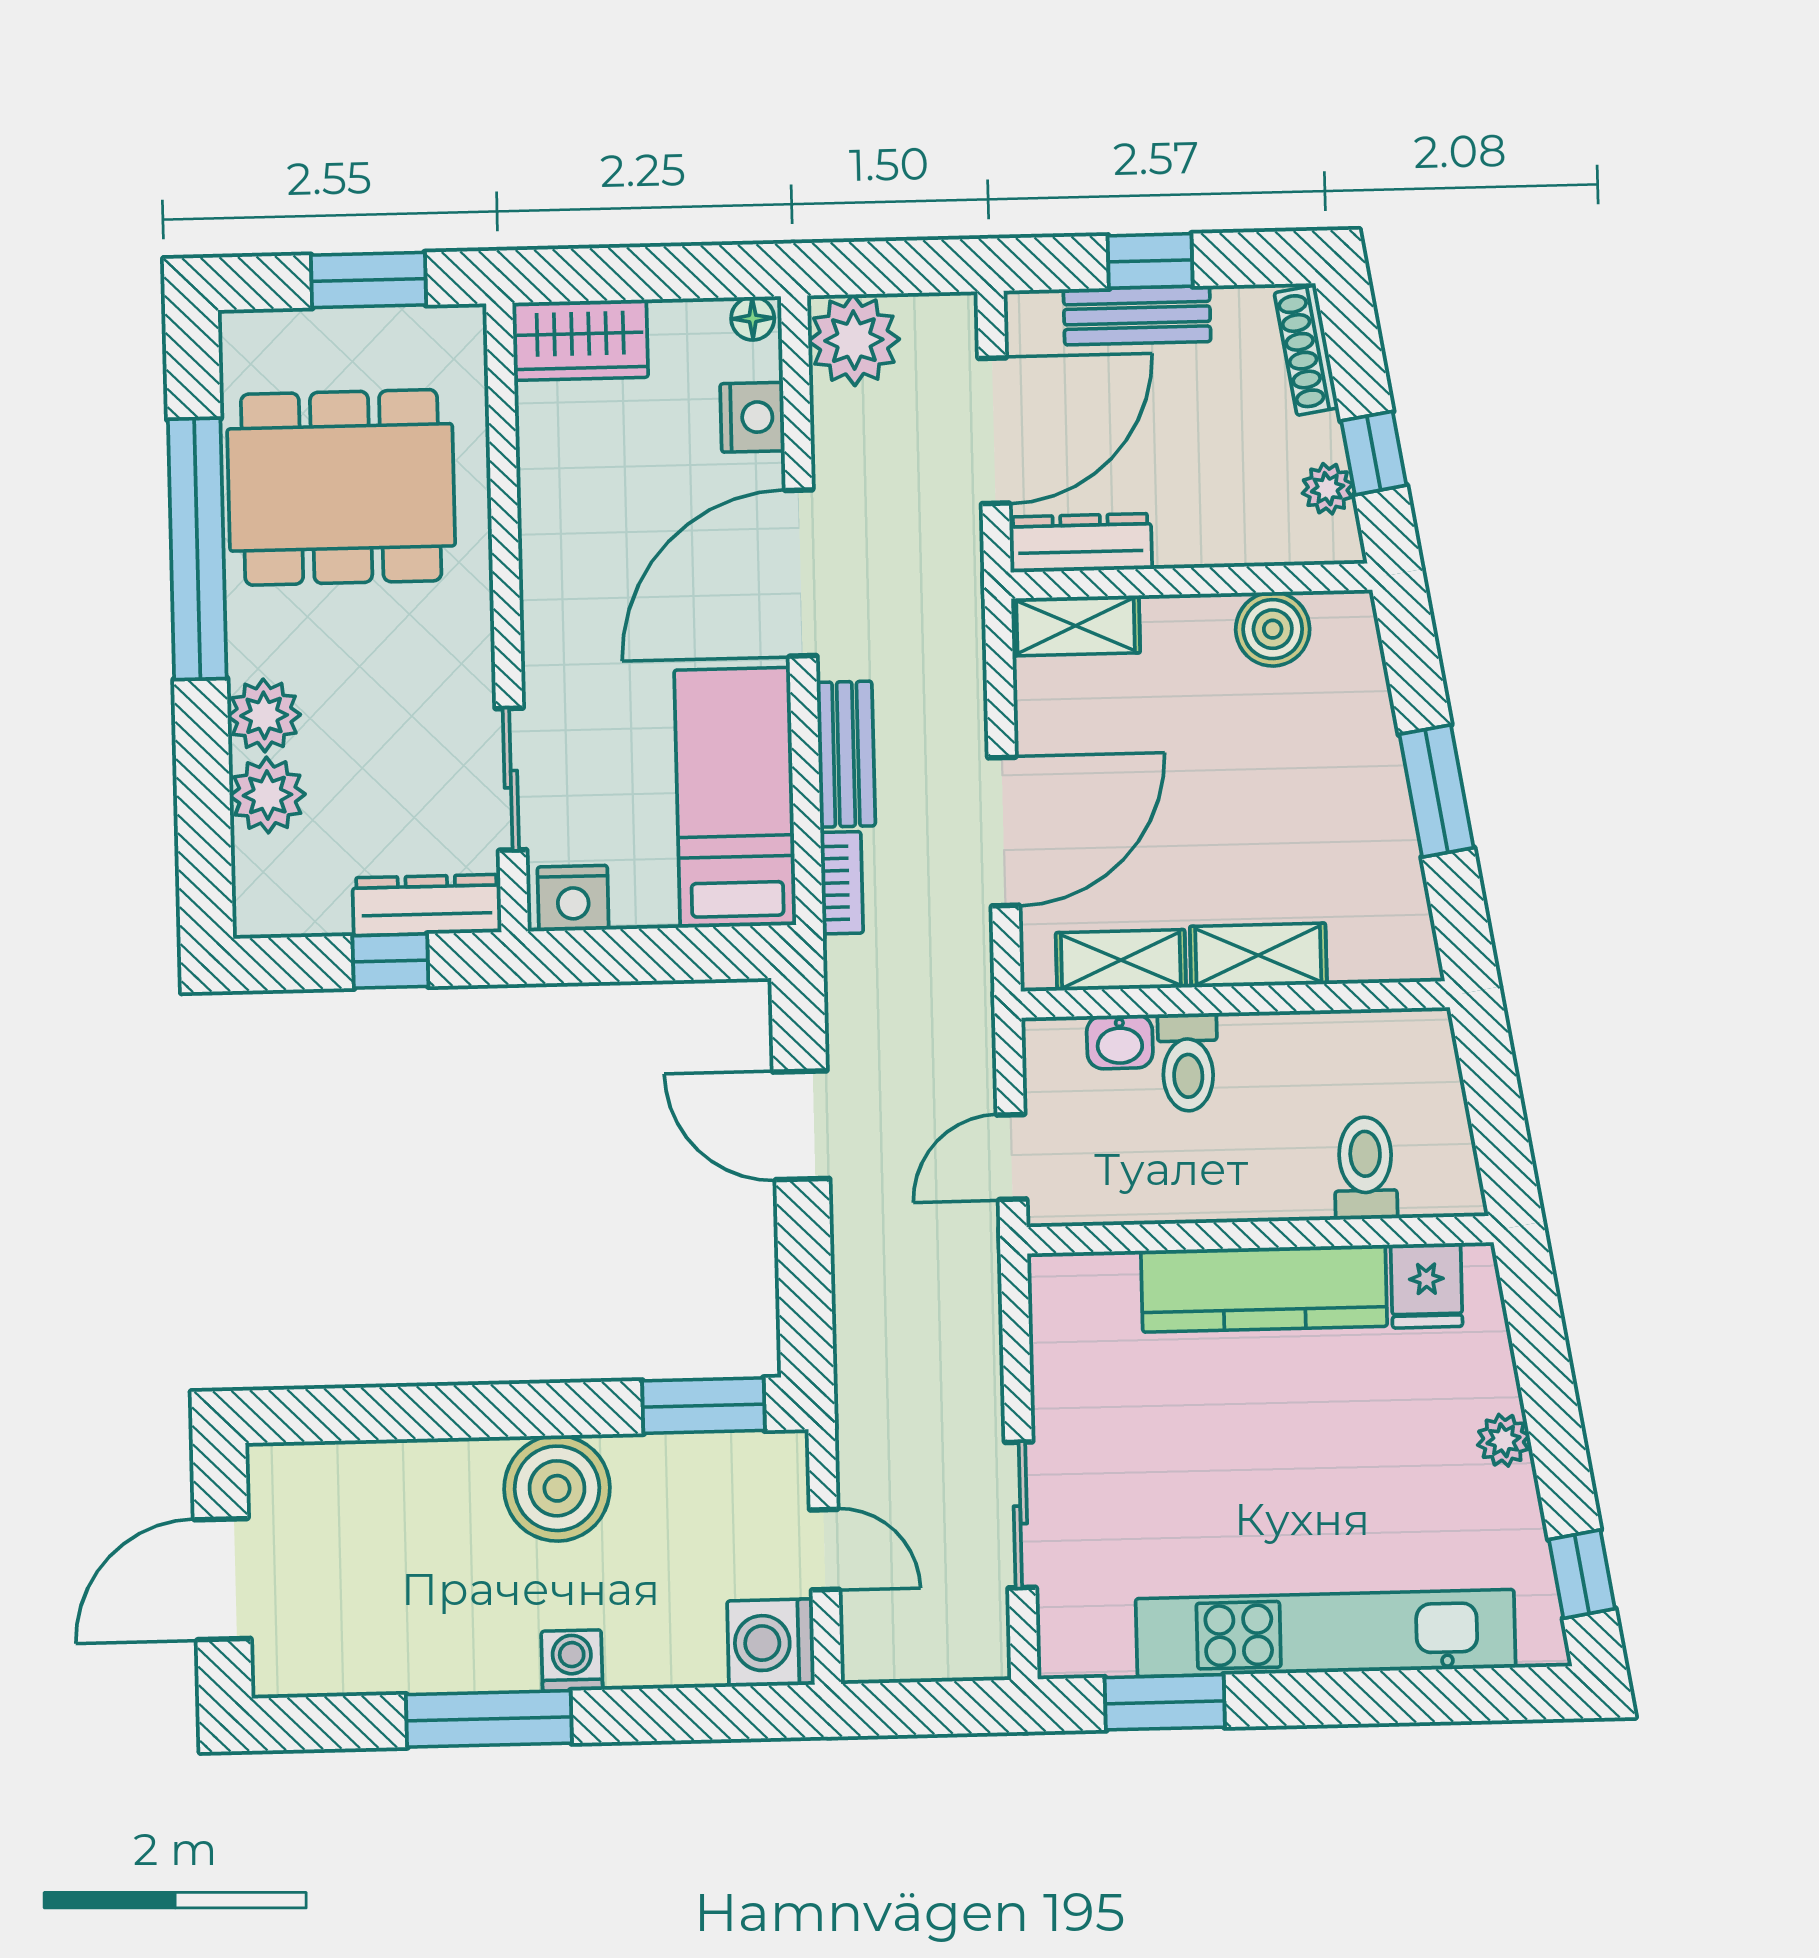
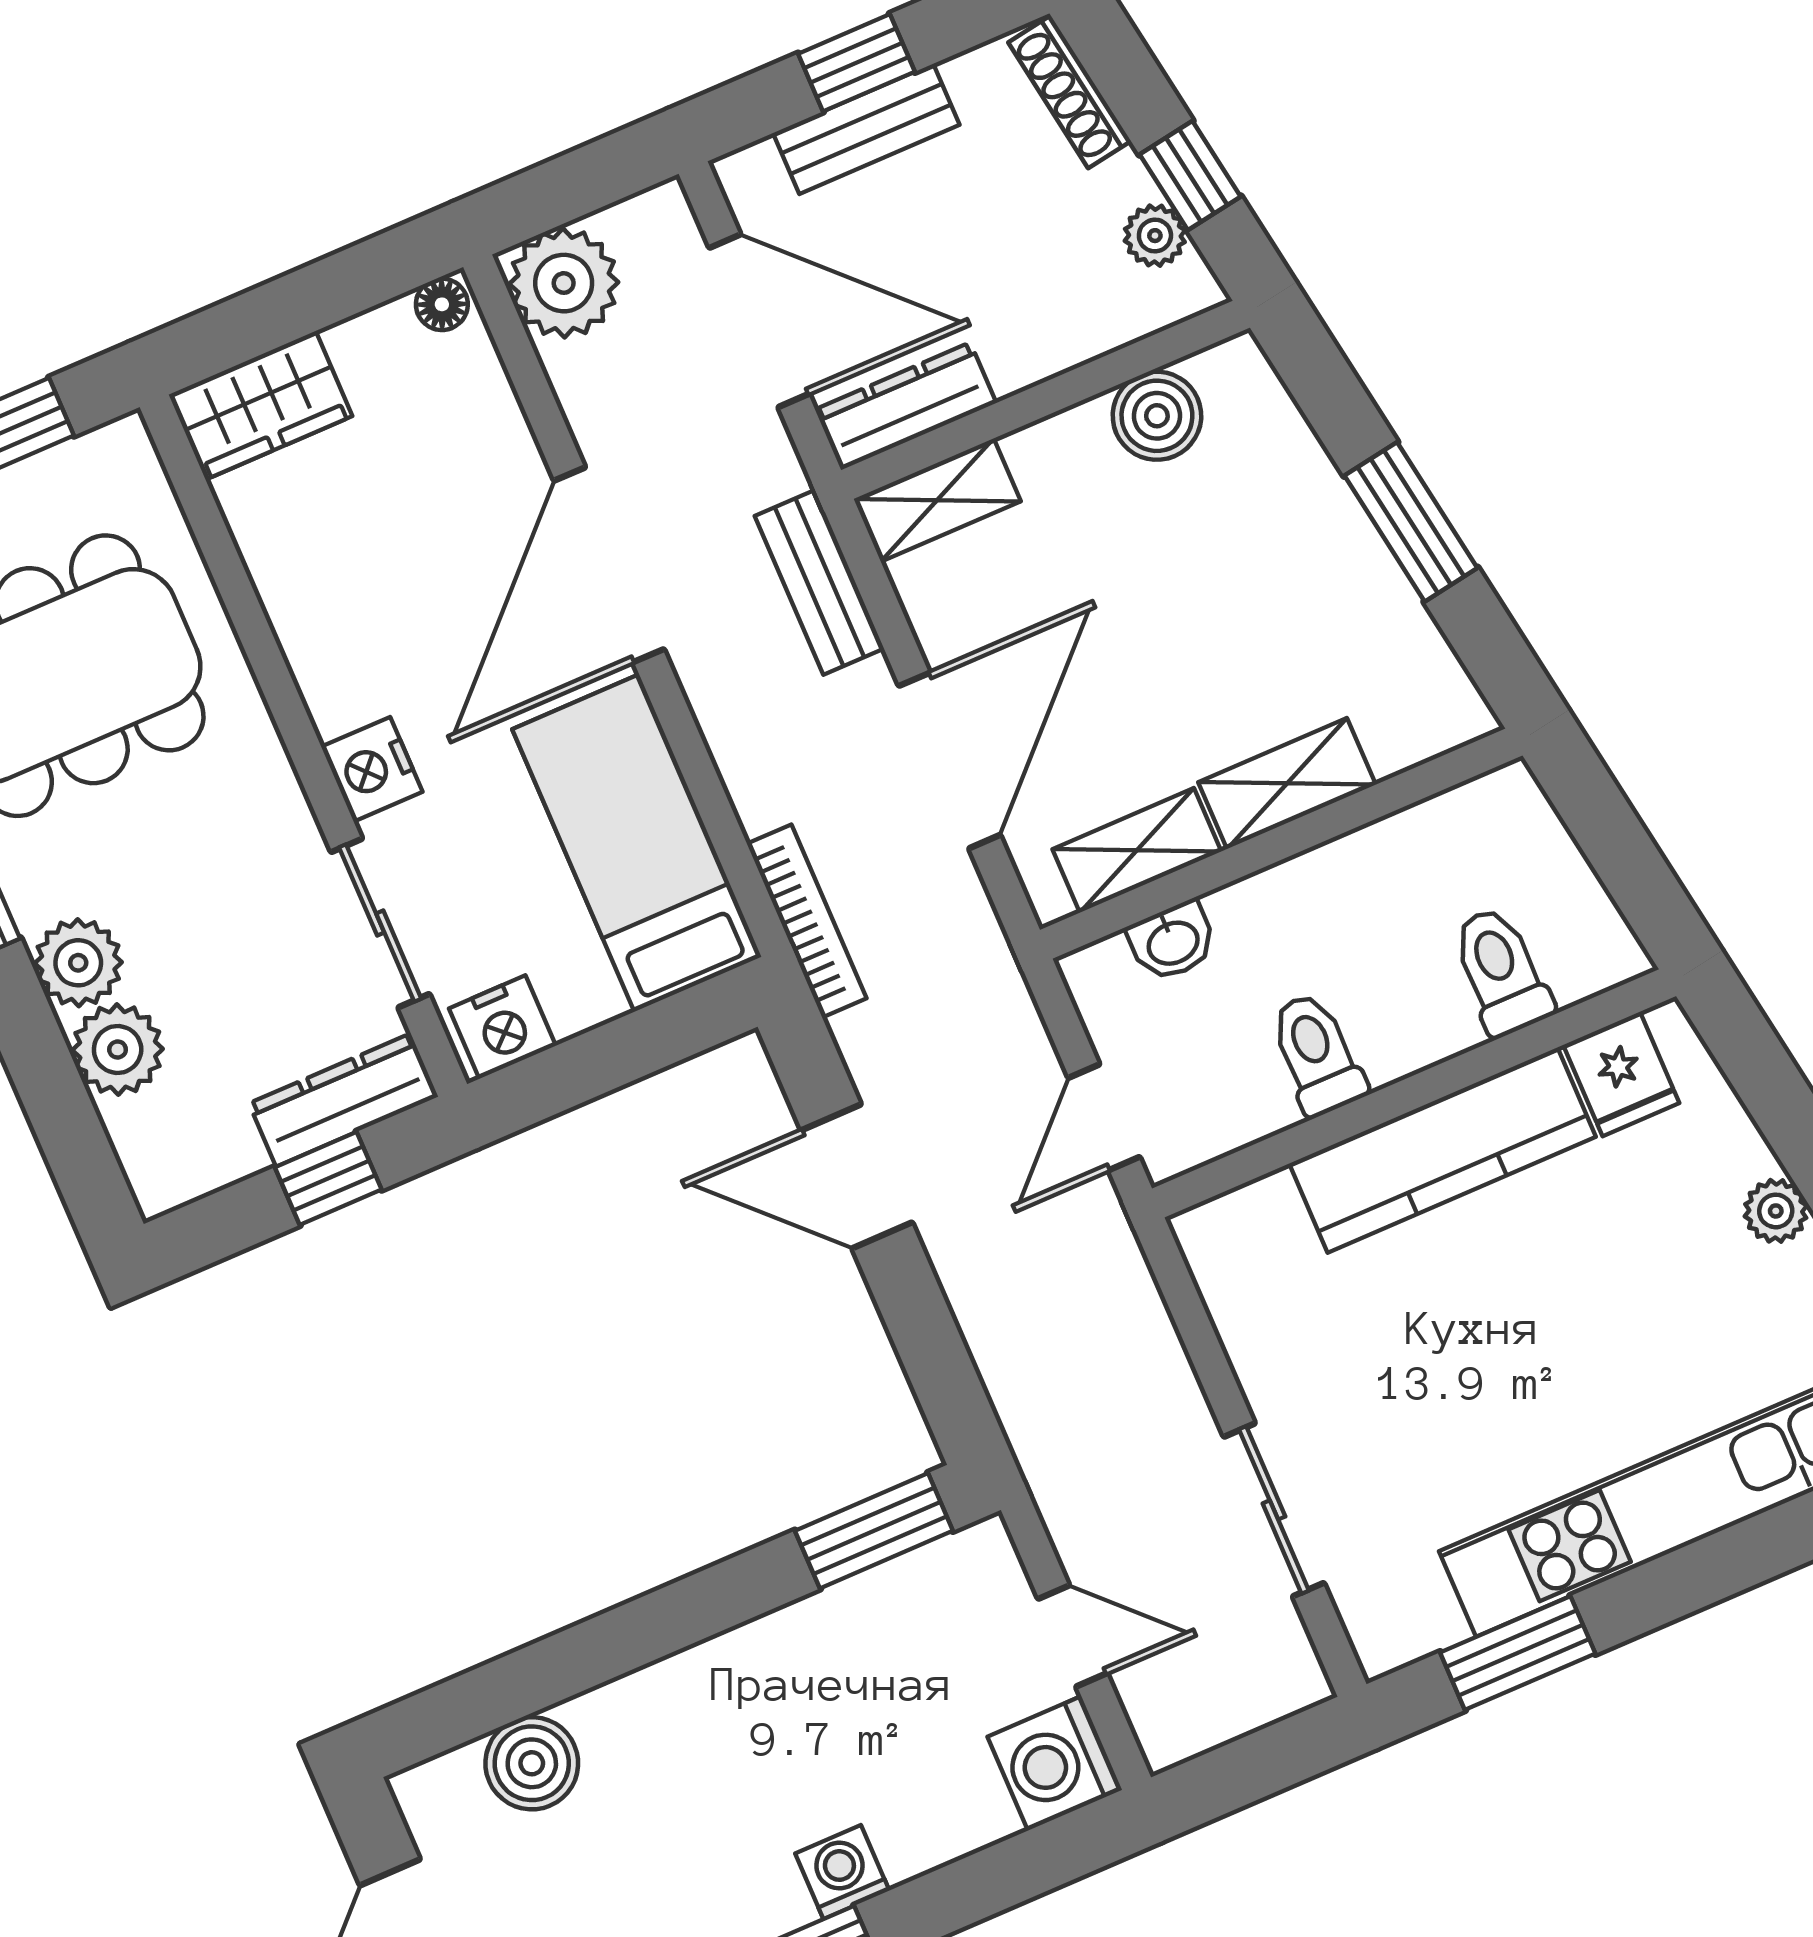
nightstand: (752, 417) -> (372, 769), moved, turned 180
door: (994, 431) -> (759, 321), hinge flipped
bench: (846, 754) -> (819, 582), moved
bookcase: (842, 883) -> (807, 921), width x1.56
toilet: (1188, 1062) -> (1317, 1054), moved, turned 180
boiler: (557, 1488) -> (532, 1763), moved, width x0.73, depth x0.73

